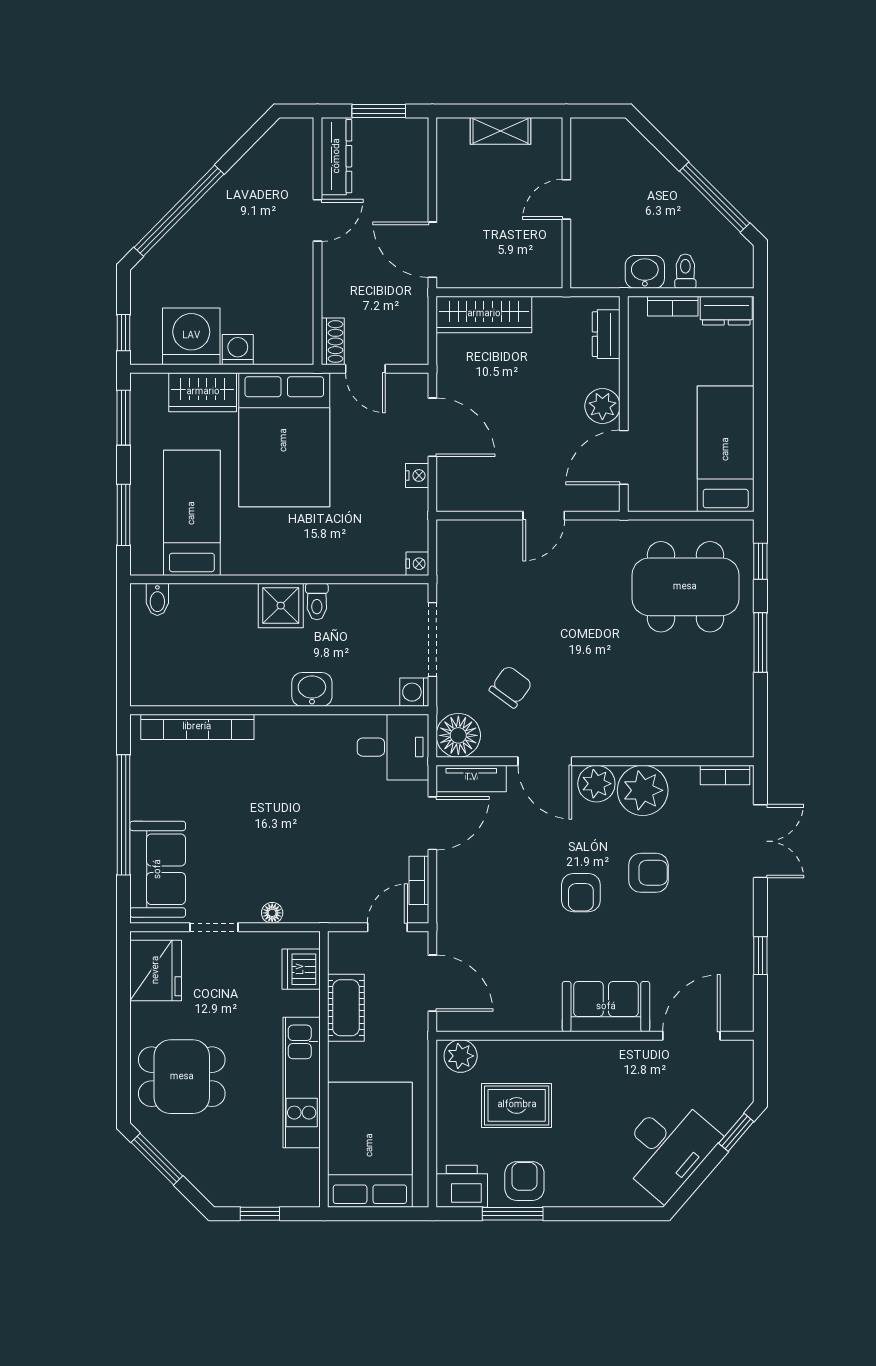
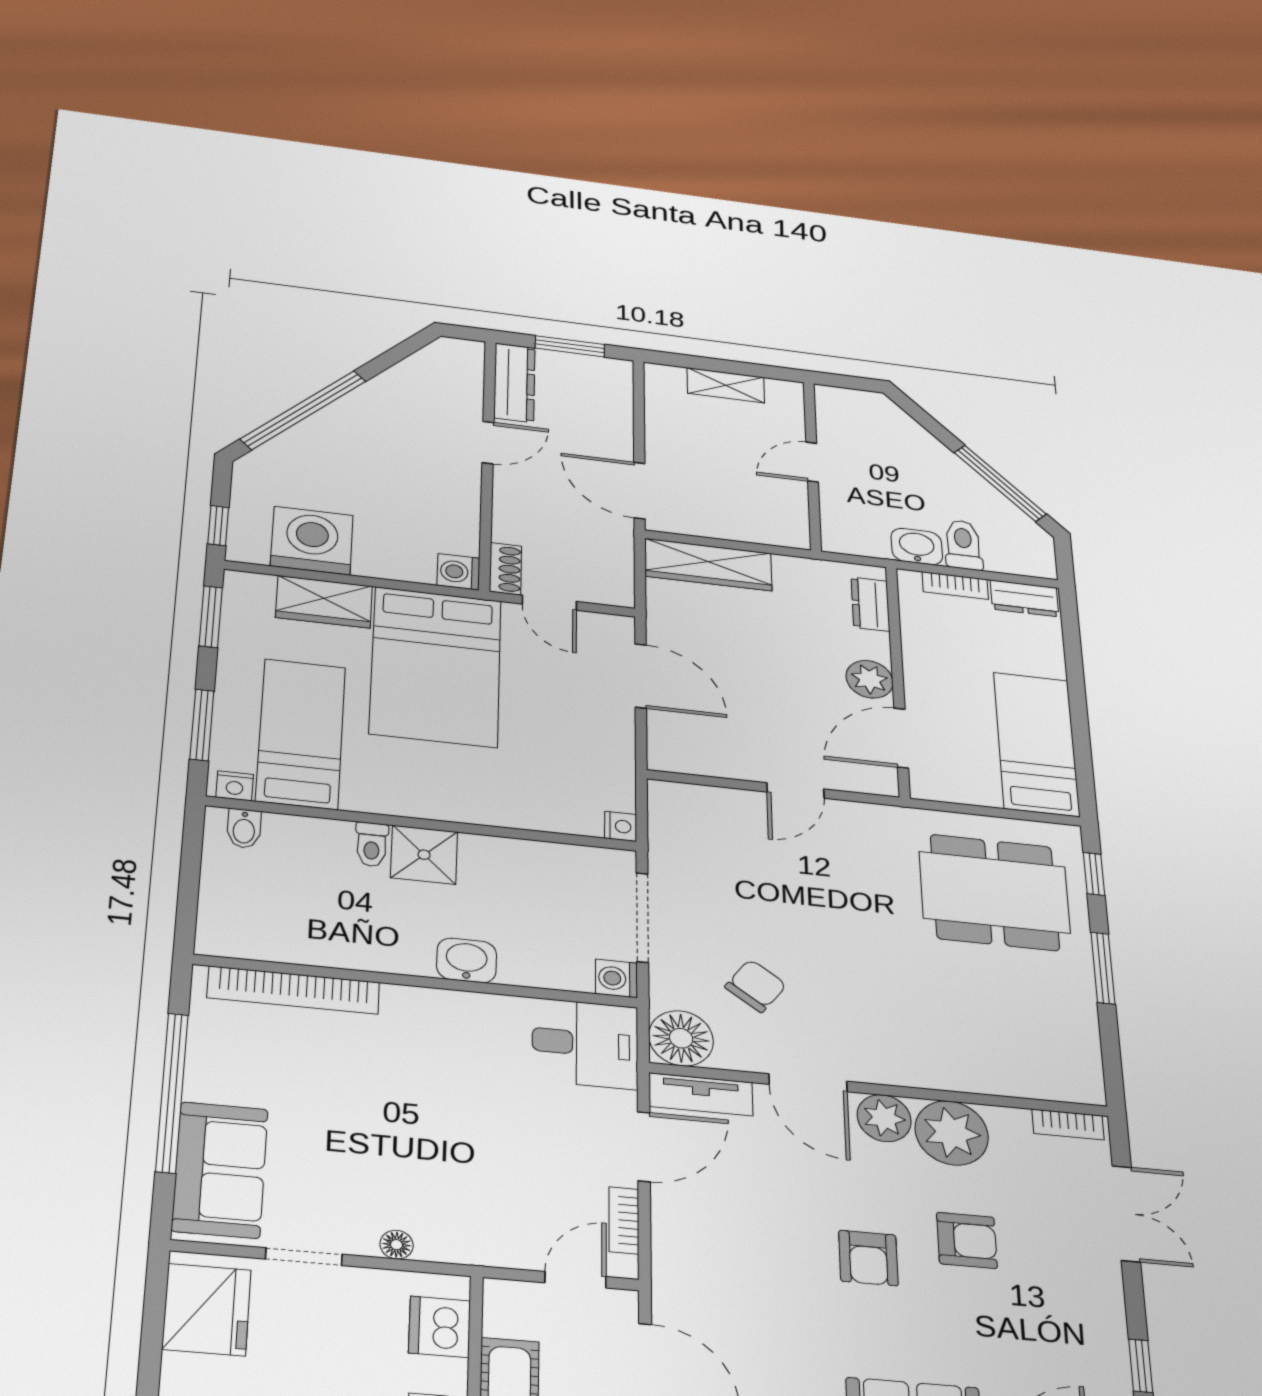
toilet: (685, 271) -> (963, 545), width x1.37, depth x1.39
washing machine: (238, 350) -> (458, 572), moved, turned -90
nightstand: (417, 475) -> (235, 786), moved, turned 90
toilet: (317, 602) -> (372, 844), moved

